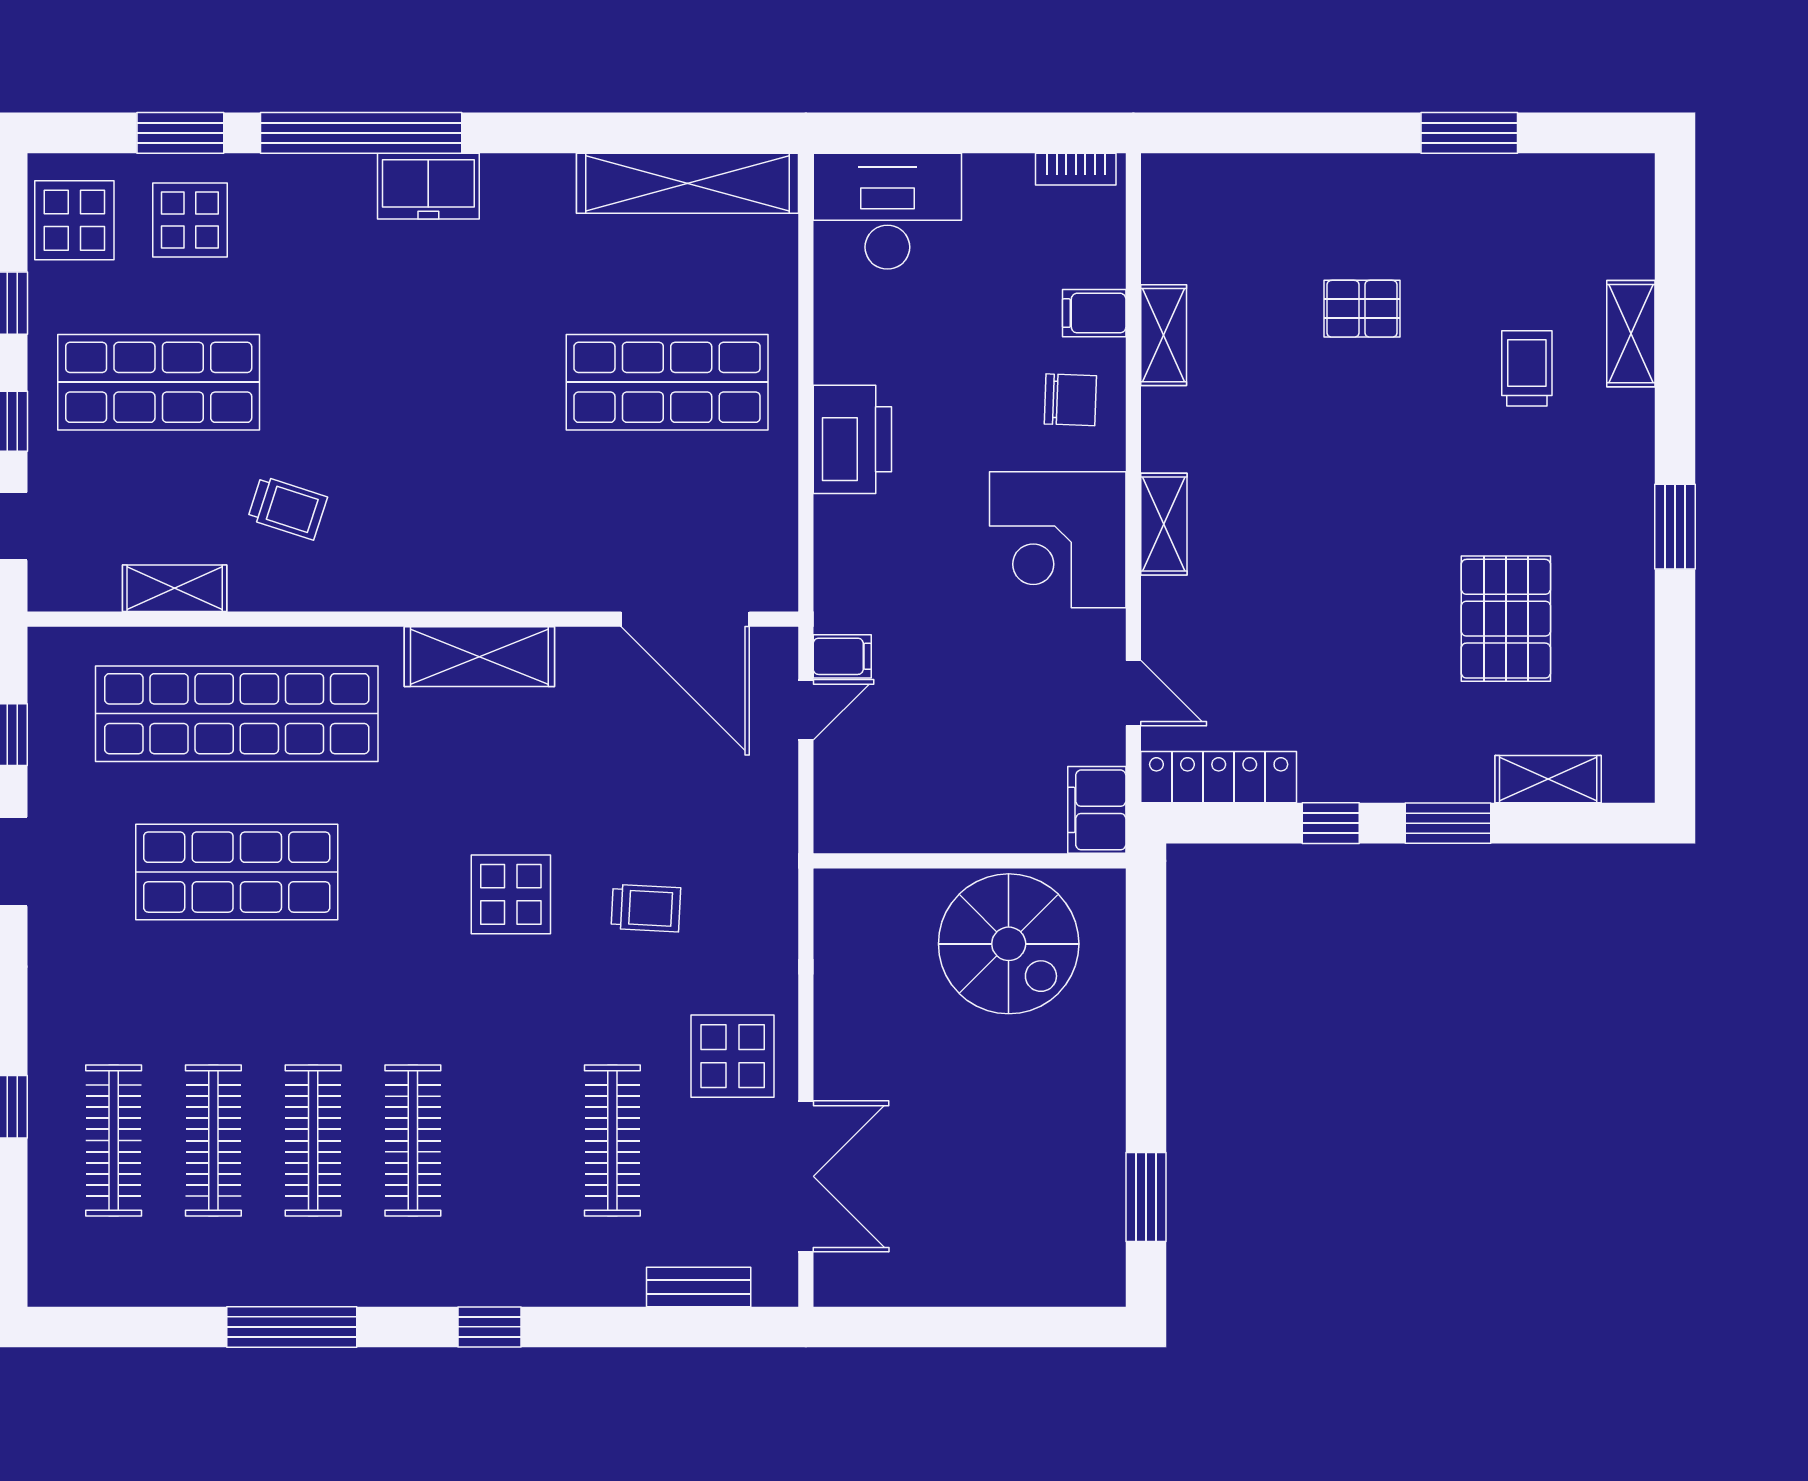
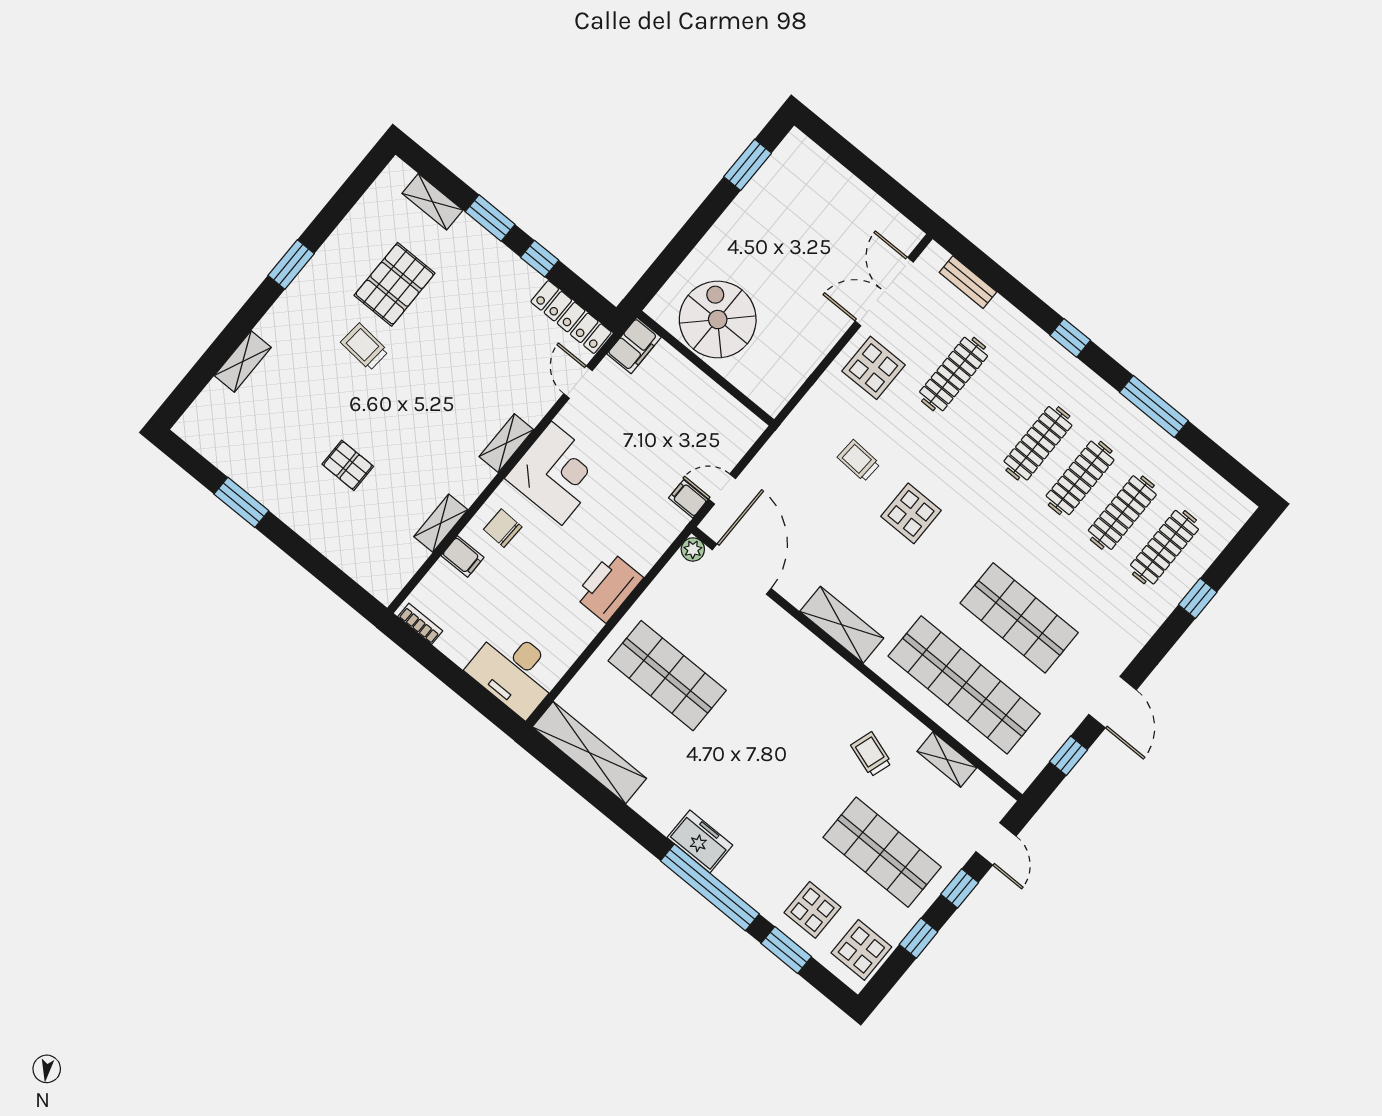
trolley: (1527, 368) -> (364, 347), moved, turned 95
plant: (777, 590) -> (693, 549), added

